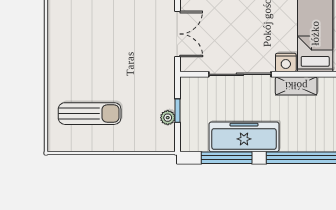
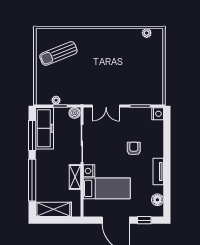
boiler: (189, 87) -> (75, 113), added
sun lounger: (90, 114) -> (58, 54), turned 68
freezer: (244, 137) -> (44, 128), moved

